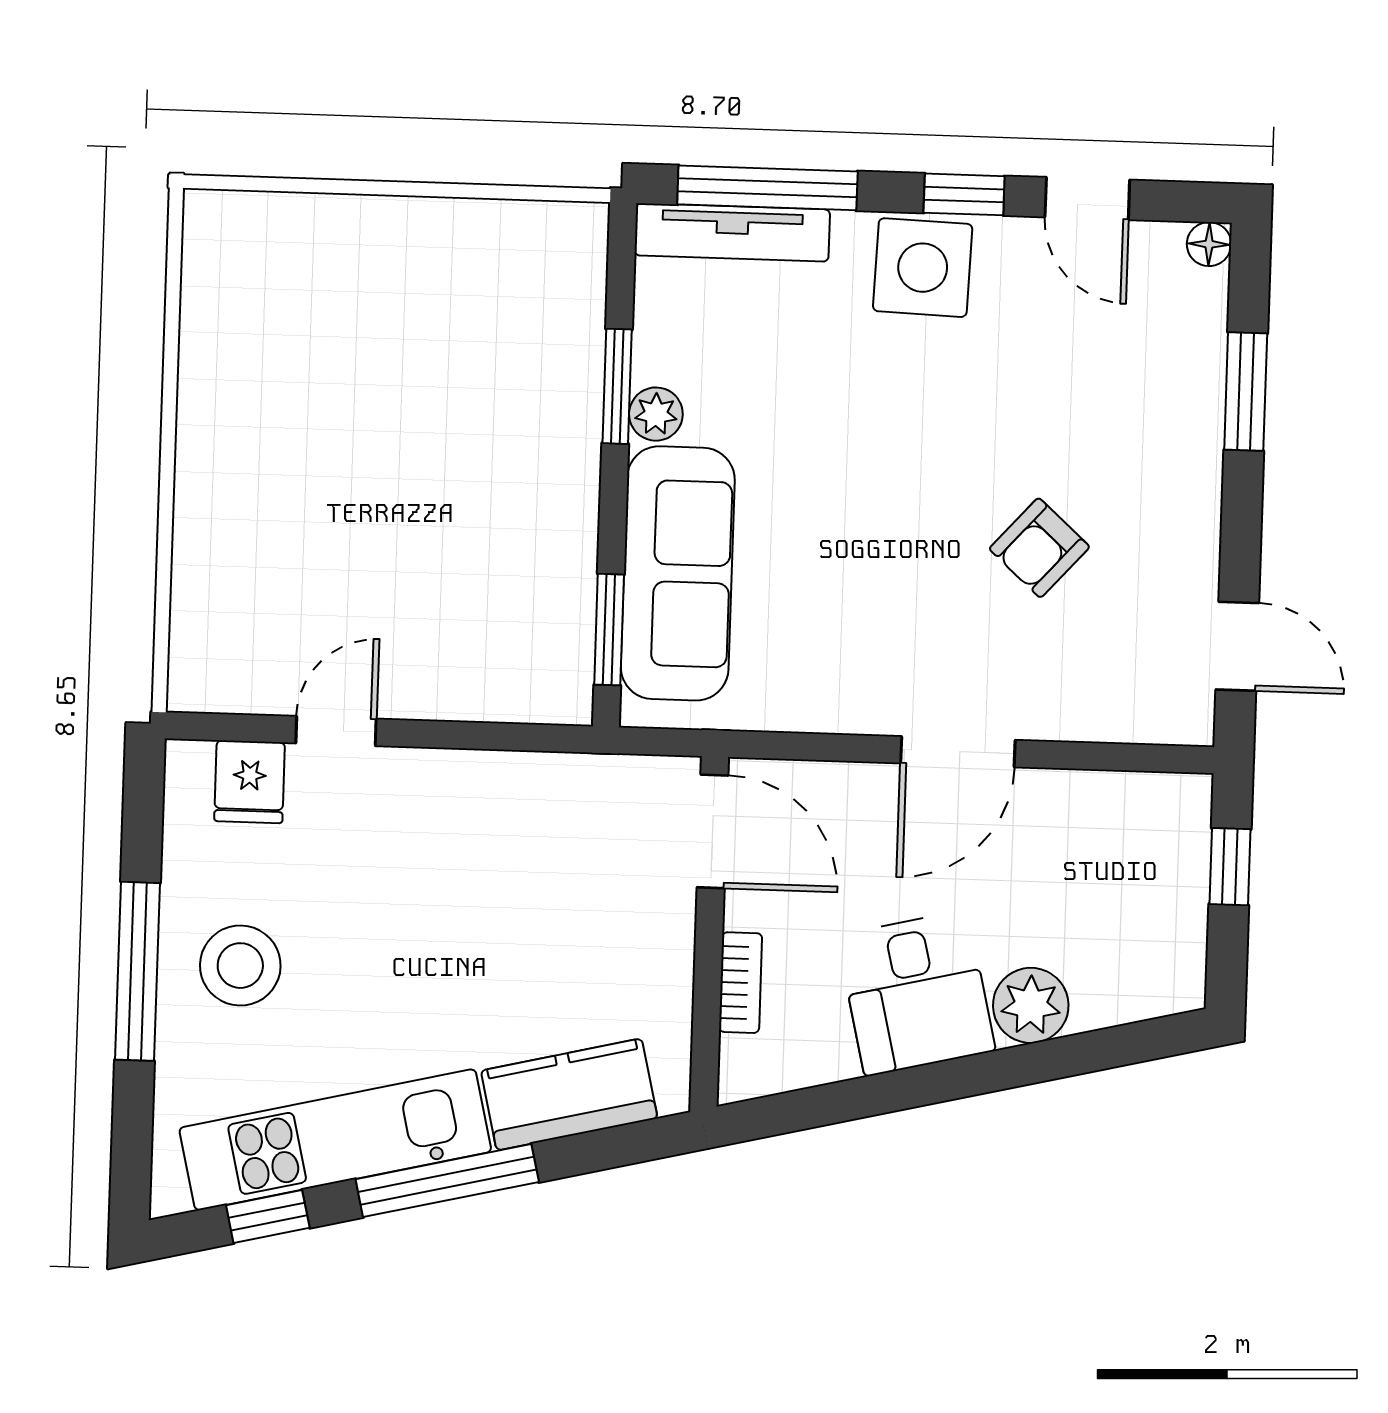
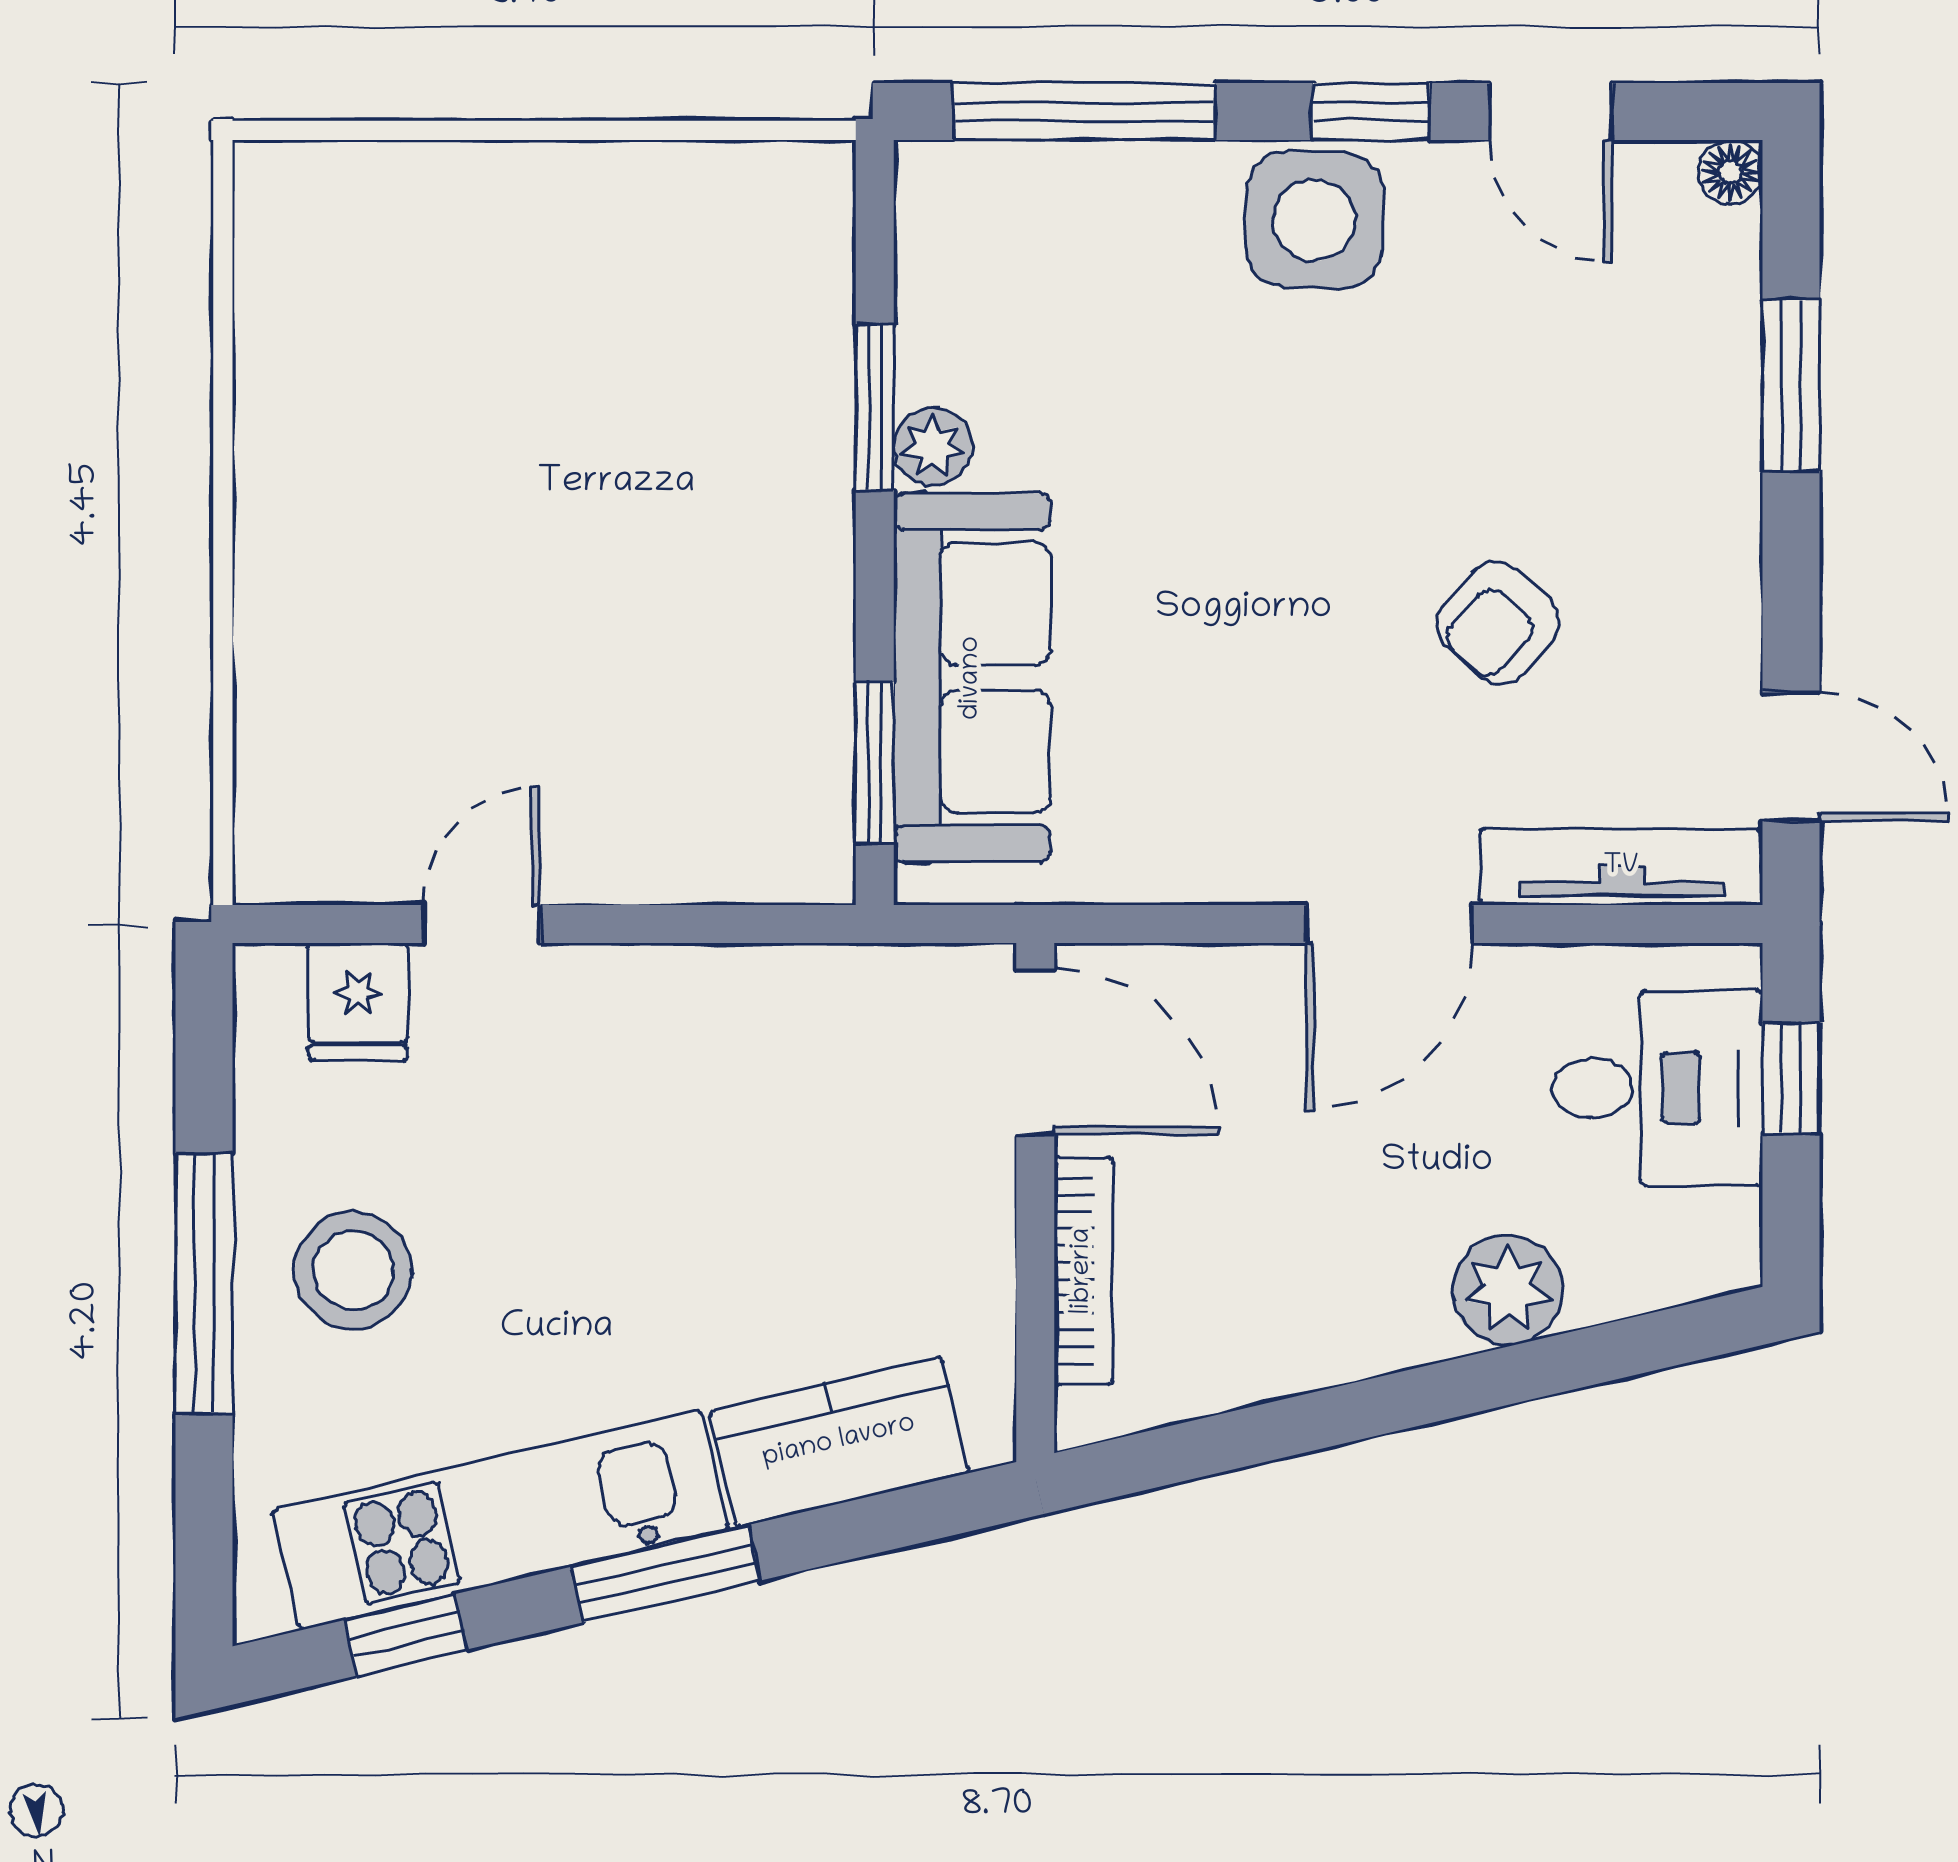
tv unit: (732, 232) -> (1621, 867), moved, turned 180
bookcase: (741, 983) -> (1083, 1271), width x1.56
desk: (916, 993) -> (1657, 1088), moved, turned -77
window: (447, 1181) -> (665, 1574), width x0.69

